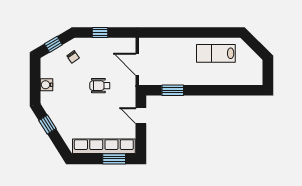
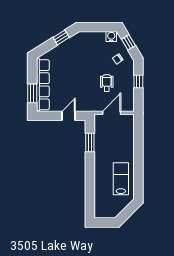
water cooler: (46, 85) -> (111, 37), moved
wheelchair: (100, 86) -> (107, 83), moved

